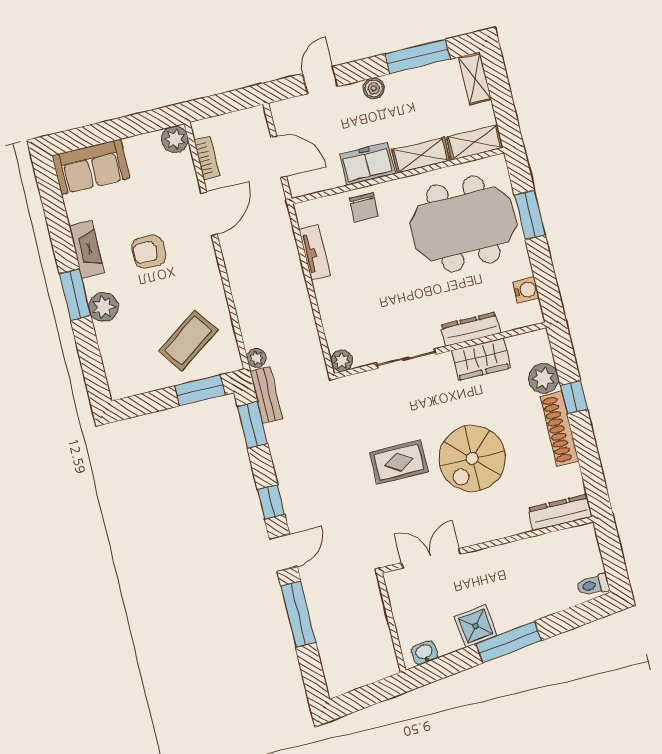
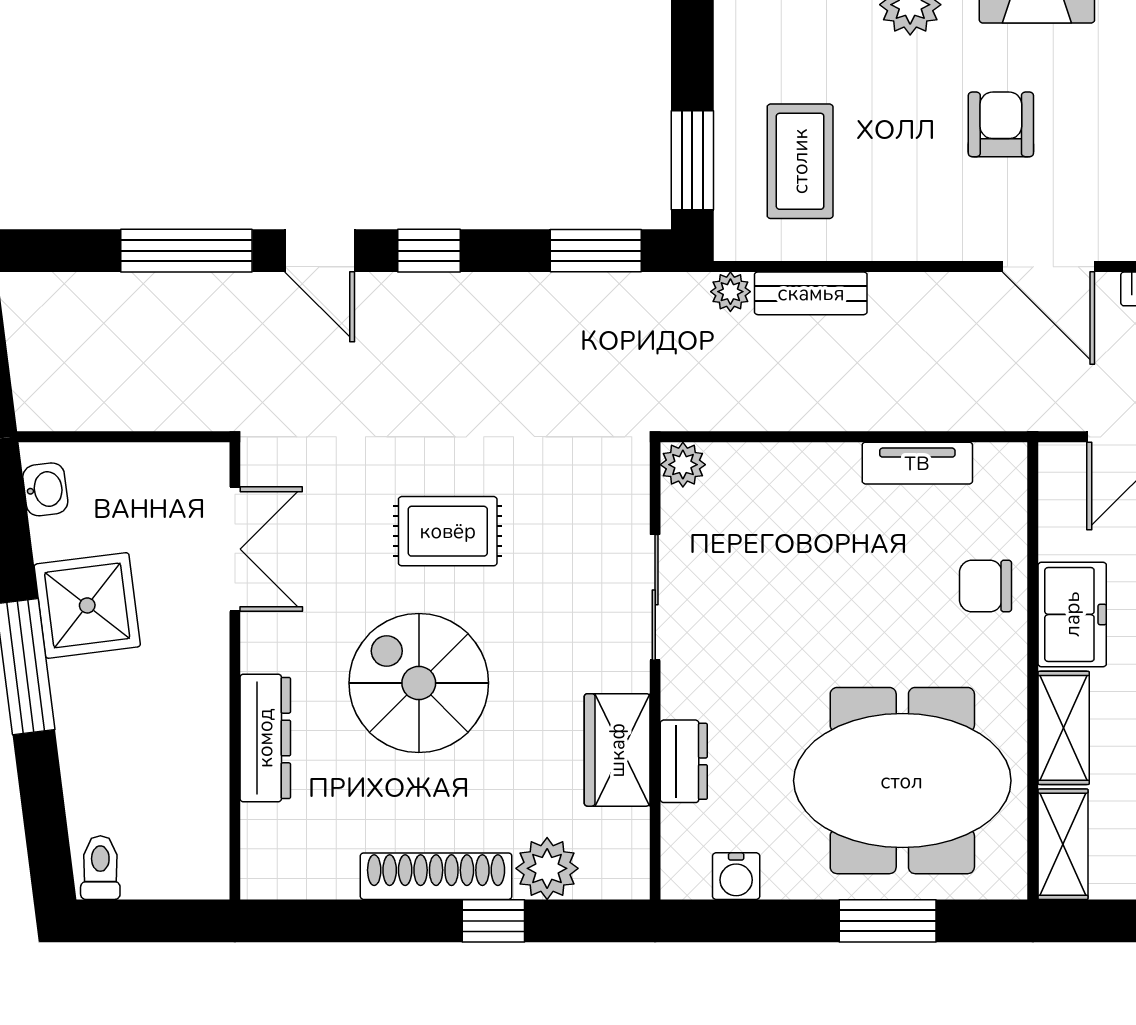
meeting table: (463, 224) -> (902, 781), turned 90
dresser: (470, 329) -> (684, 761), width x0.70
coffee table: (188, 340) -> (800, 161), turned 35
bench: (266, 395) -> (811, 293), moved
rug: (399, 462) -> (448, 531), turned 90
dresser: (560, 512) -> (265, 738), moved
shower: (476, 626) -> (87, 605), width x1.36, depth x1.36

